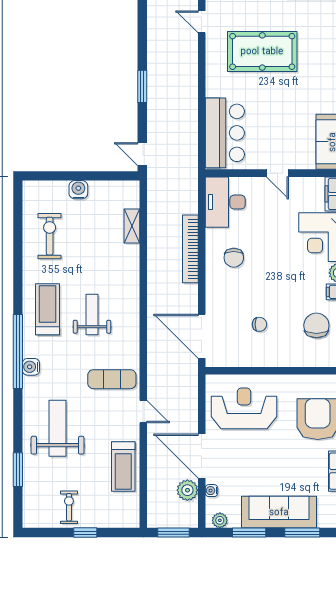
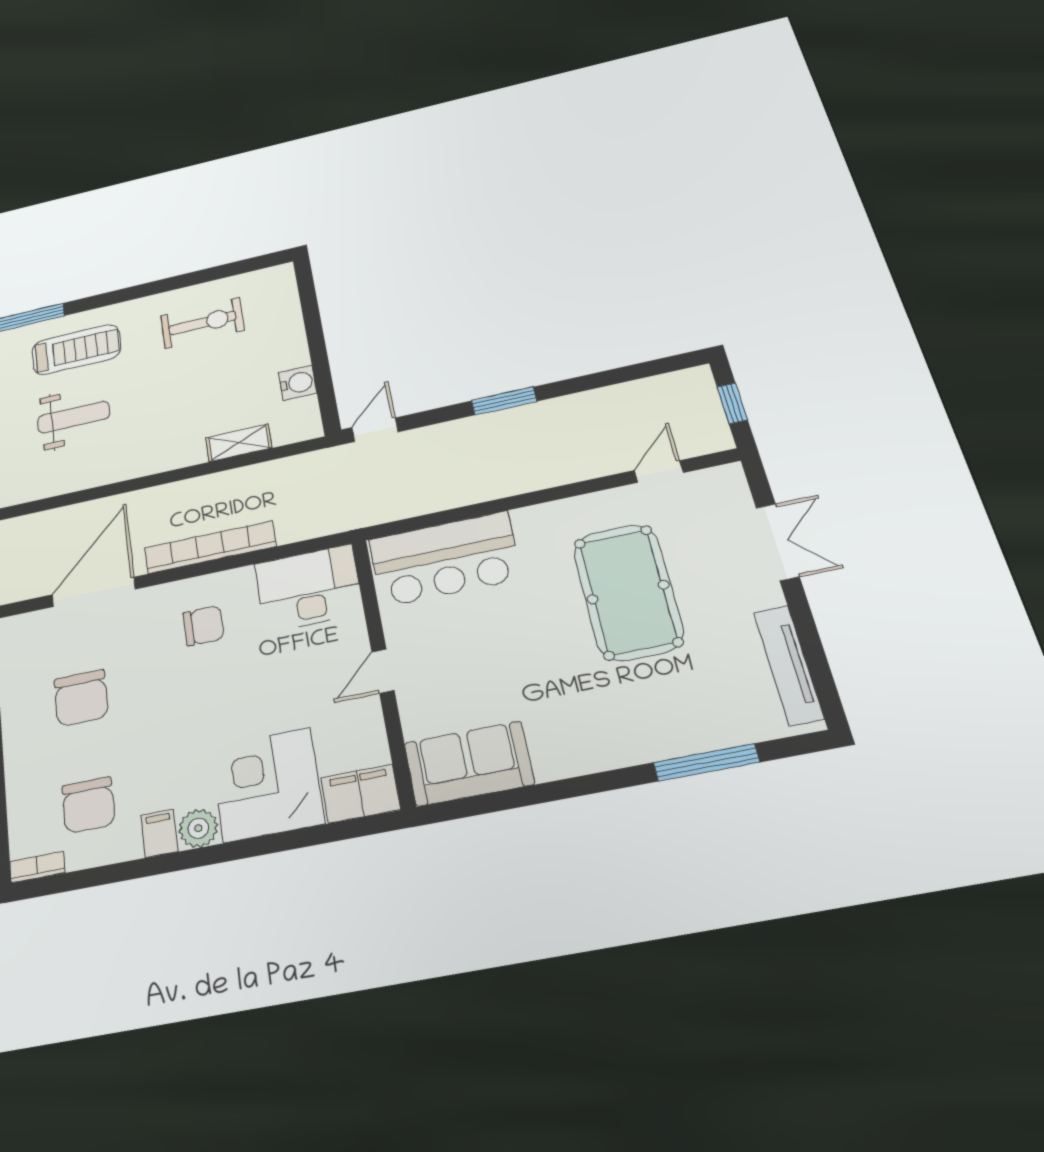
water cooler: (78, 190) -> (298, 383), moved
chair: (234, 258) -> (203, 626), turned 180
chair: (259, 324) -> (81, 698), width x1.87, depth x1.87
chair: (316, 325) -> (88, 805), turned 90
door: (202, 336) -> (94, 592), moved

